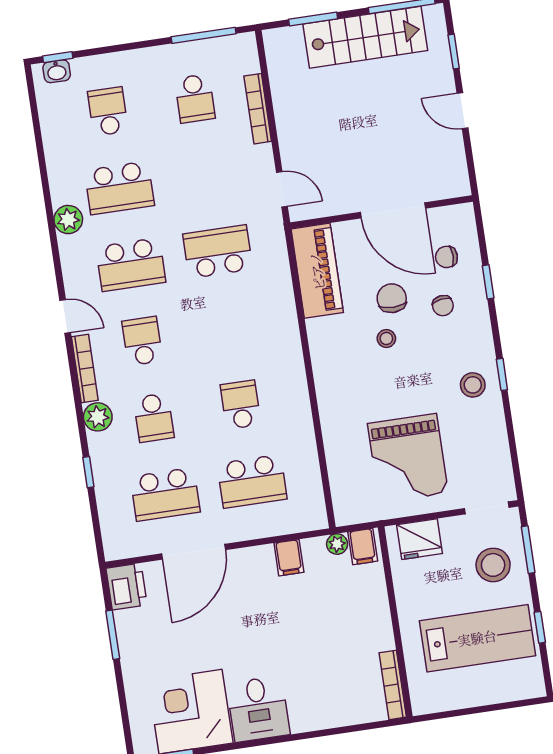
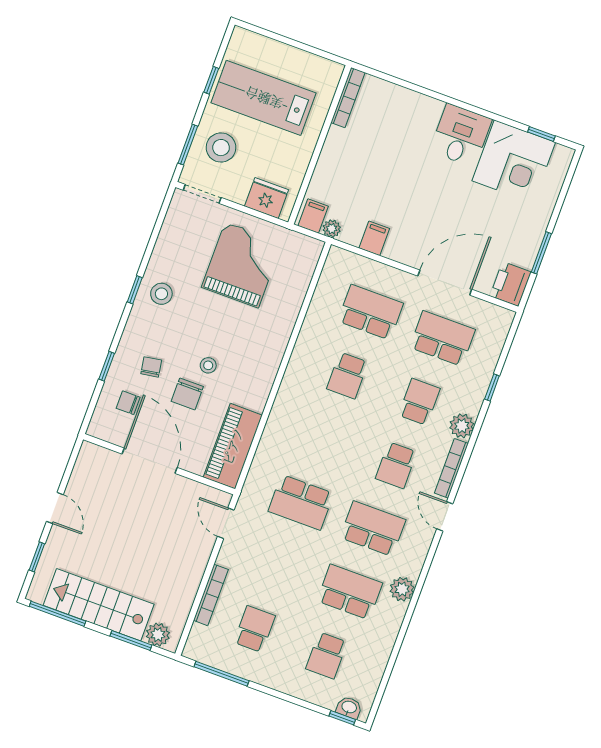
plant: (289, 40) -> (158, 635), added
chair: (446, 257) -> (128, 403), turned 180

